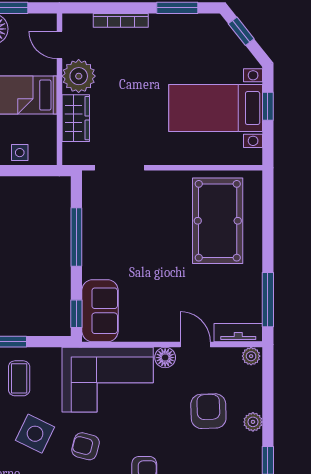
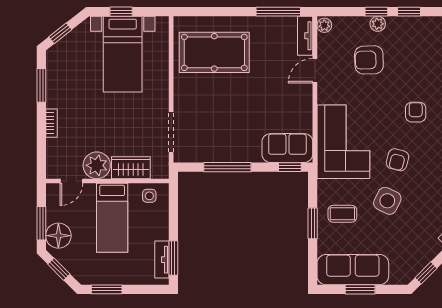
bookcase: (121, 20) -> (51, 123), width x0.64
side table: (20, 153) -> (149, 196), moved
floor lamp: (165, 358) -> (325, 95), removed
window: (268, 420) -> (376, 12), added

